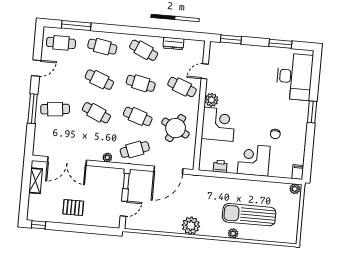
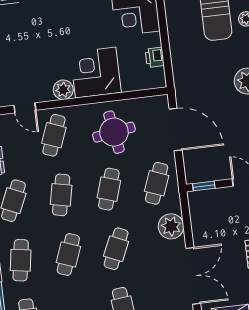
round table: (176, 128) -> (114, 132), turned -36
cafe table: (135, 150) -> (157, 183), turned 42
plant: (107, 158) -> (171, 226), width x1.88, depth x1.88

